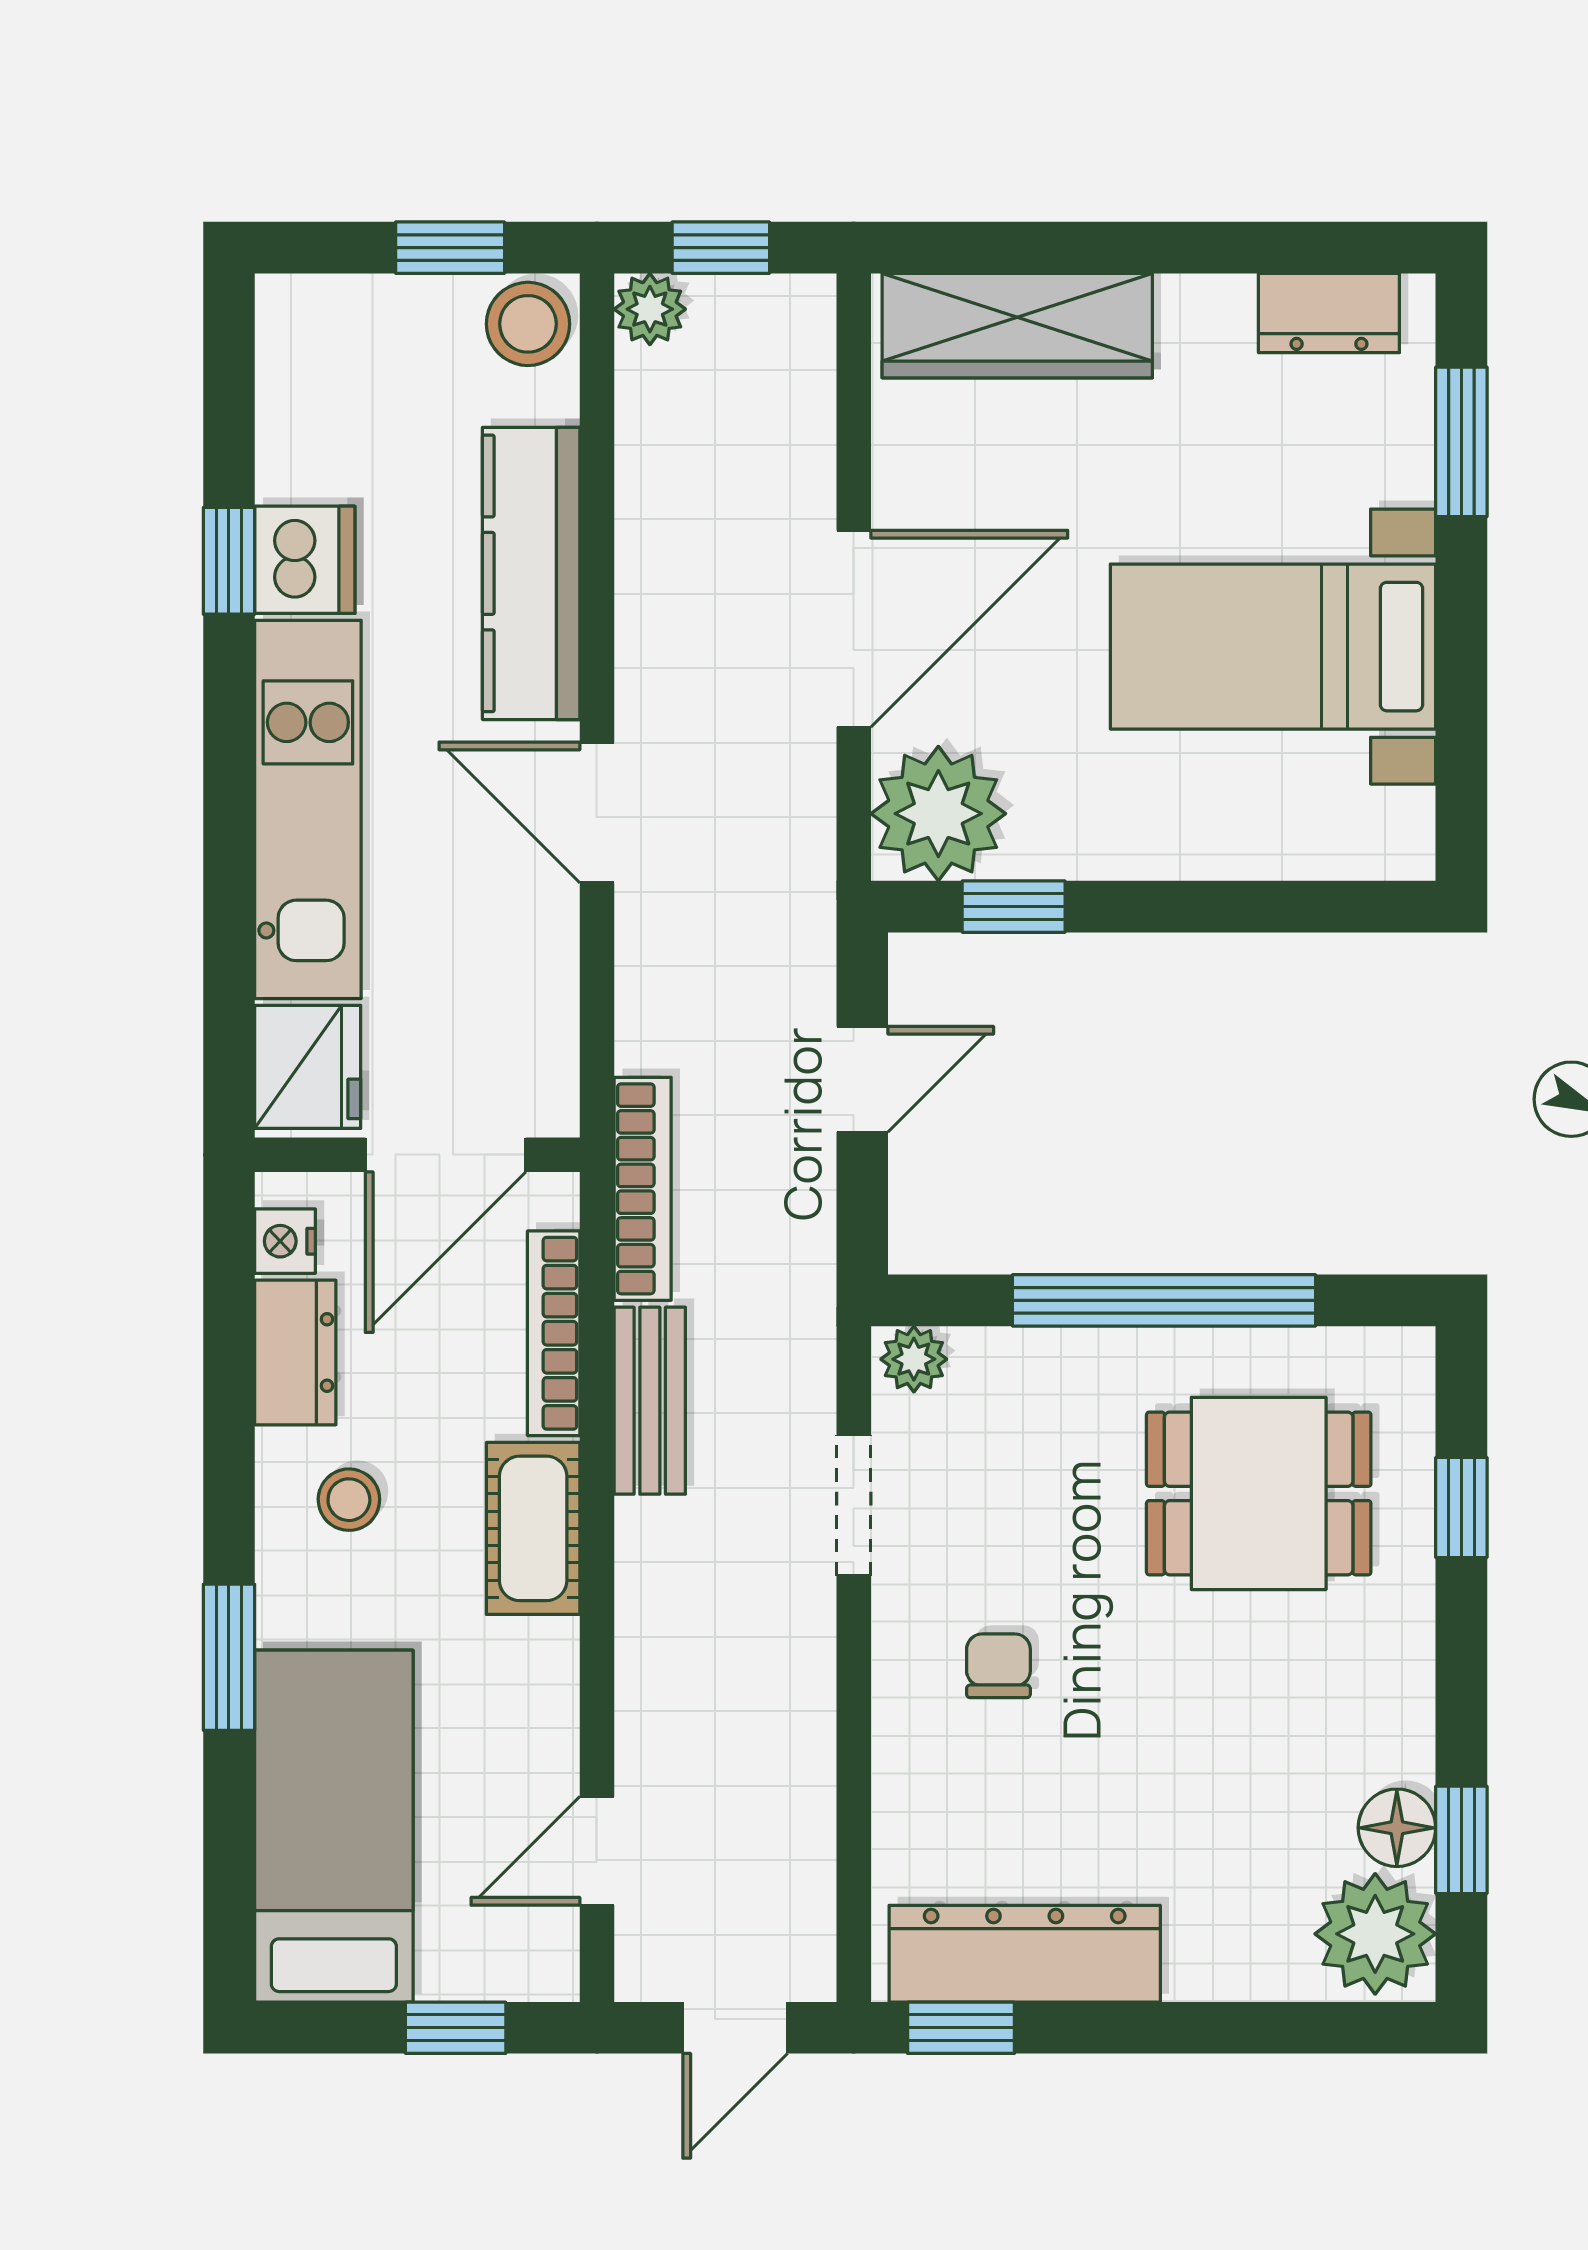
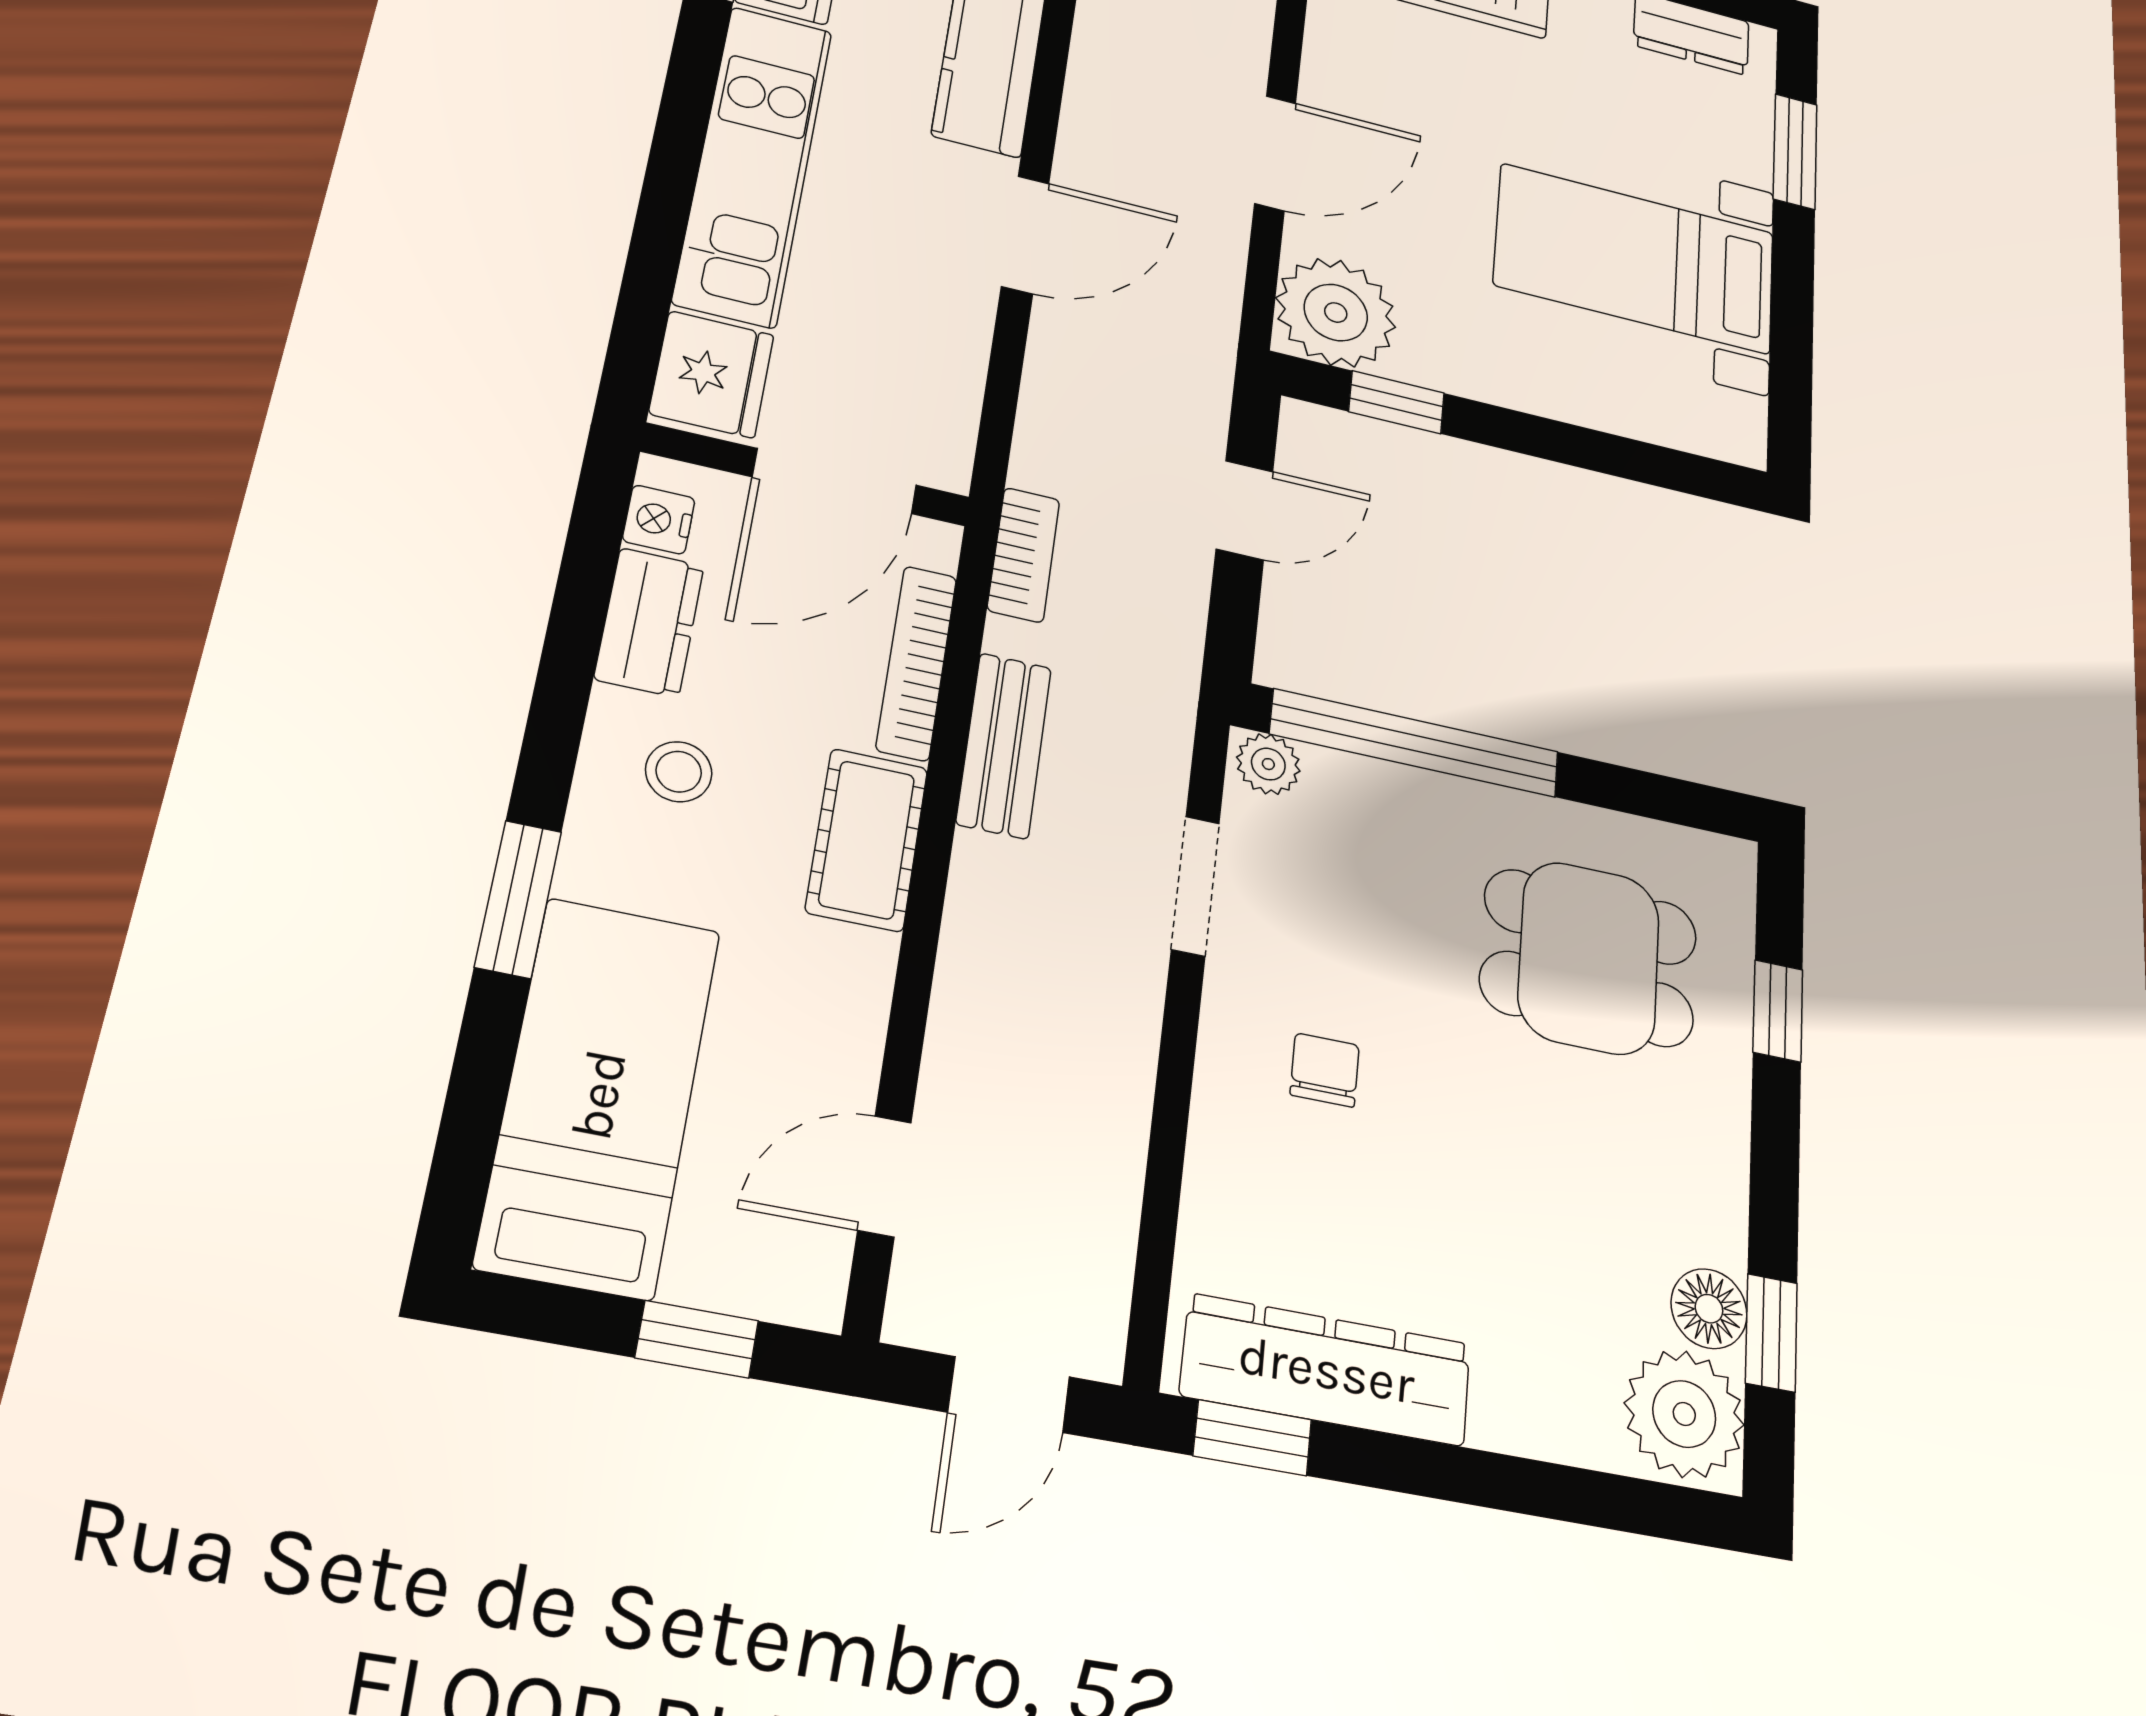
door: (854, 629) -> (1275, 153), width x0.73
door: (597, 812) -> (1025, 235), swing flipped
bookcase: (643, 1189) -> (1024, 555), width x0.64
window: (1164, 1300) -> (1415, 743), moved

